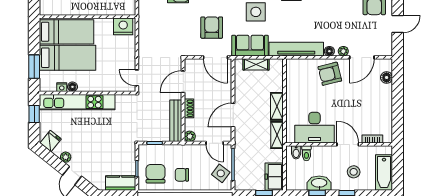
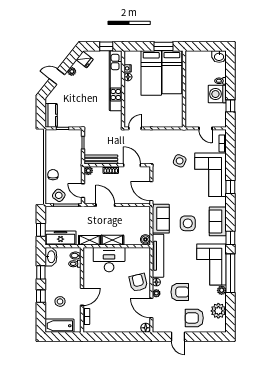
side table: (178, 22) -> (180, 161), added
nightstand: (123, 26) -> (176, 117), removed
armchair: (212, 28) -> (180, 292), moved
door: (215, 57) -> (151, 191), hinge flipped
shelving: (256, 64) -> (146, 224), removed
boiler: (276, 65) -> (145, 239), added
window: (34, 67) -> (164, 46), moved
floor lamp: (387, 77) -> (146, 328), moved
desk: (314, 128) -> (109, 260), moved, turned 90
door: (215, 143) -> (83, 191), hinge flipped
chair: (155, 174) -> (59, 143), removed
chair: (182, 175) -> (53, 175), moved
freezer: (274, 177) -> (61, 238), width x1.40
washbasin: (319, 183) -> (51, 257), moved

